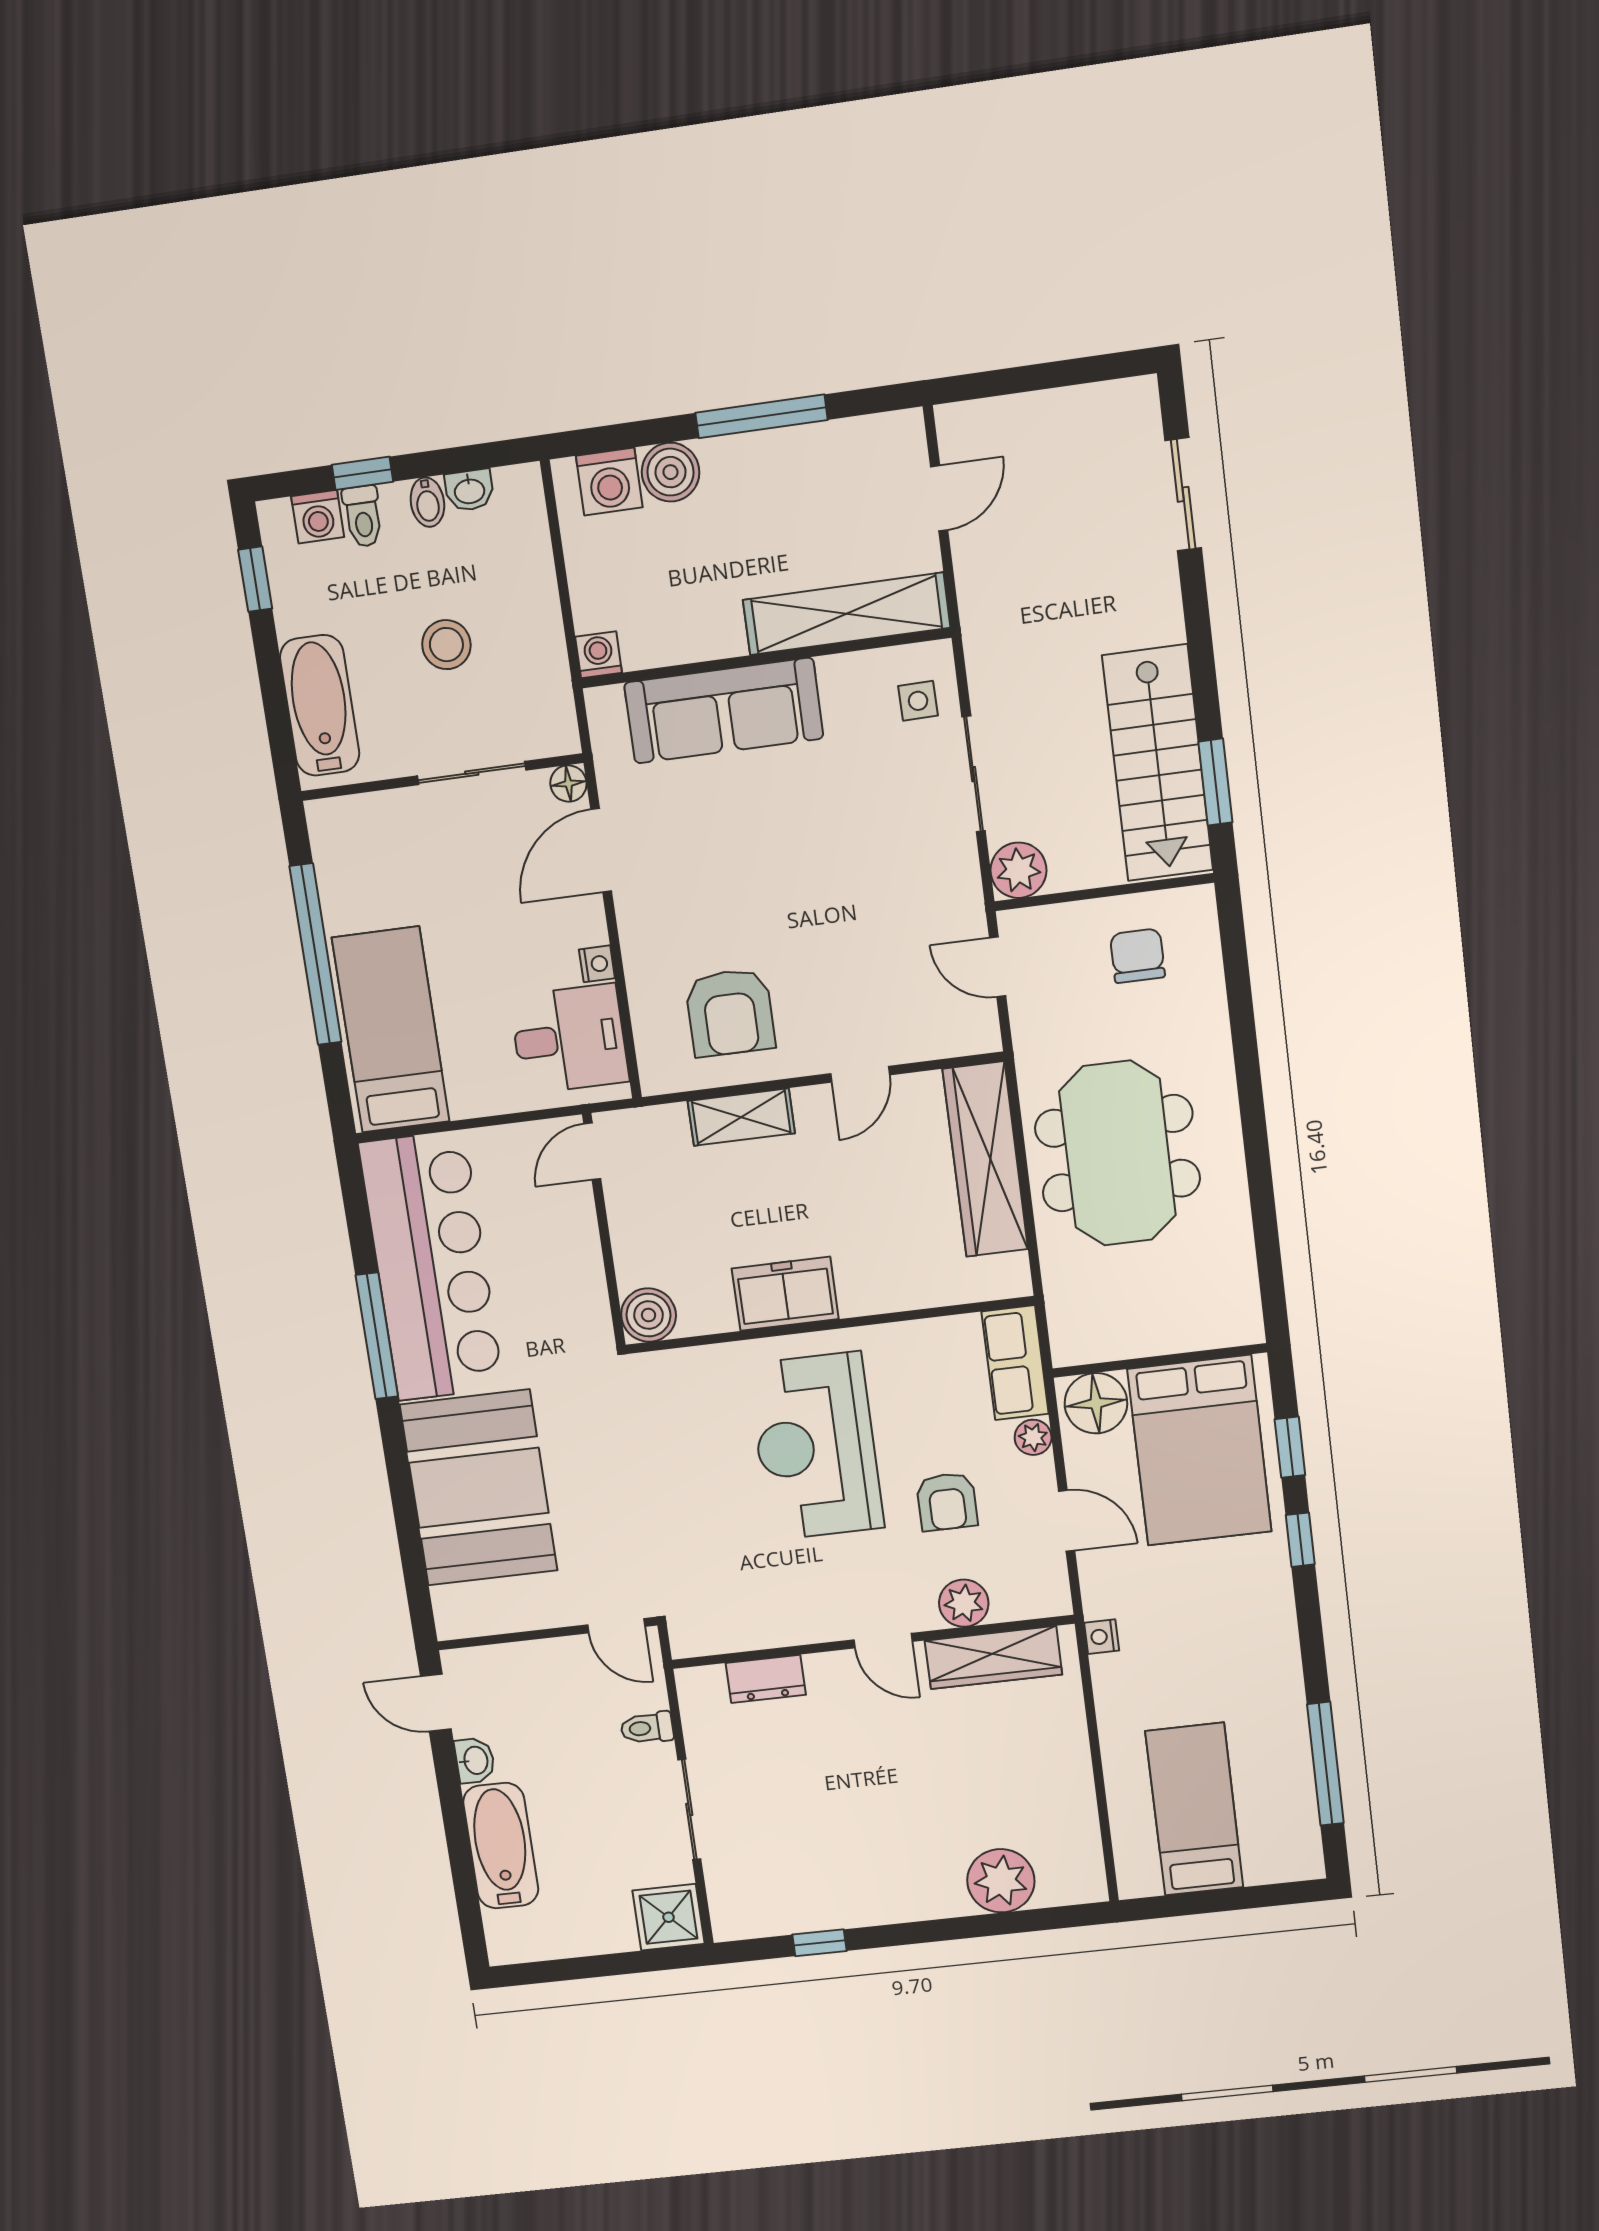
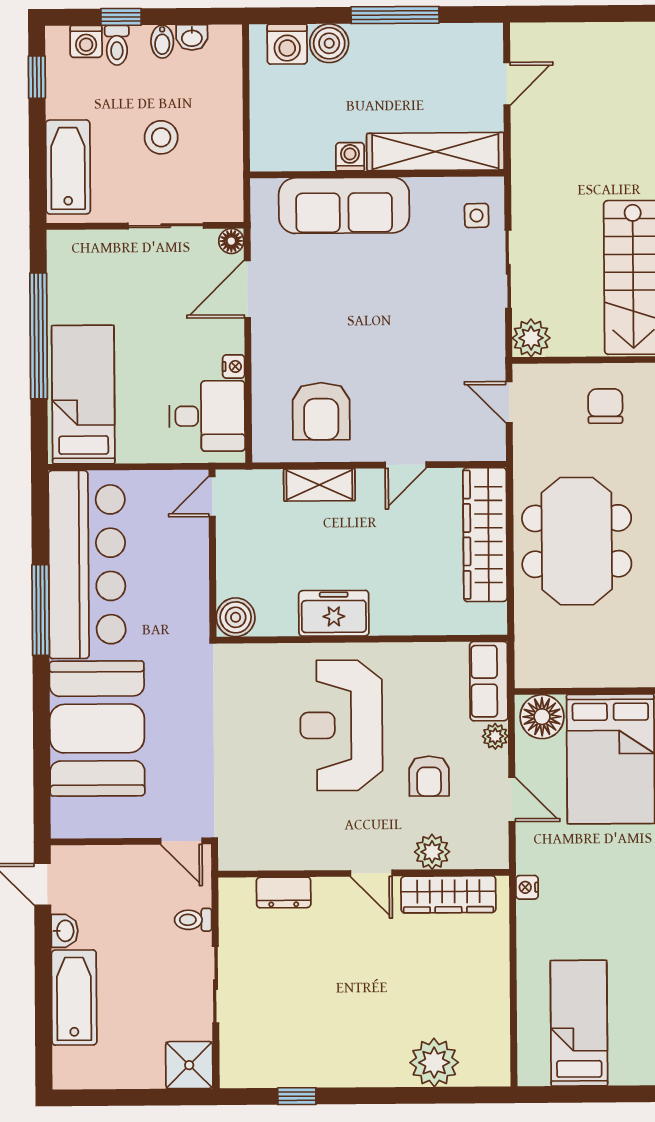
washing machine: (599, 655) -> (350, 157), moved

